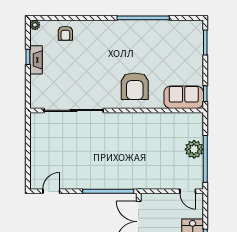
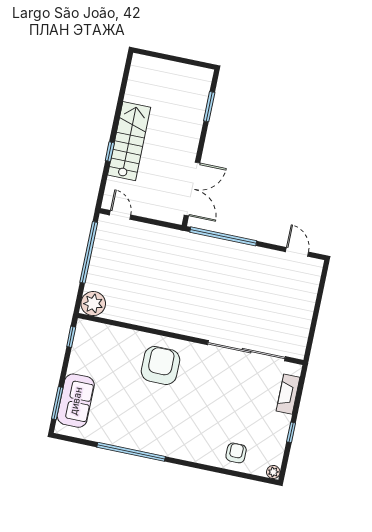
fireplace: (36, 60) -> (288, 394), moved
sofa: (184, 97) -> (76, 401), moved, turned -90
plant: (194, 149) -> (93, 304), moved
door: (51, 191) -> (297, 252), swing flipped

